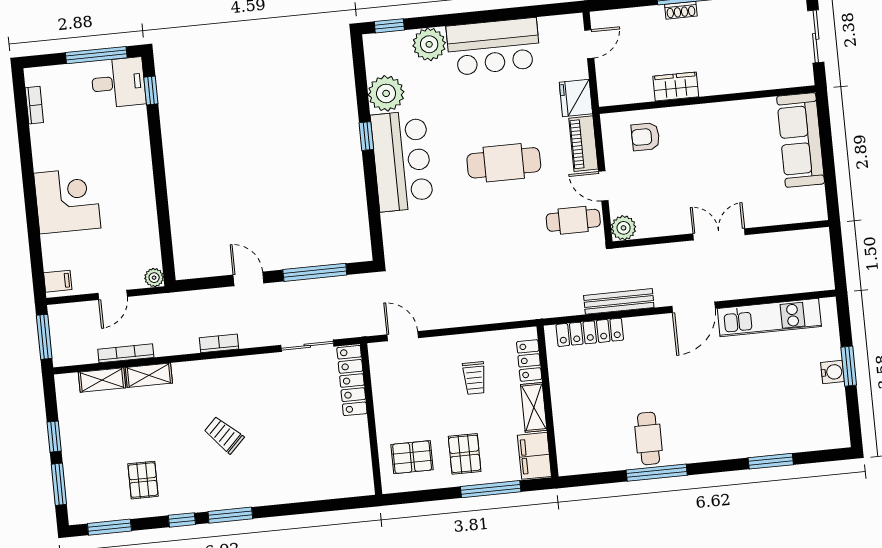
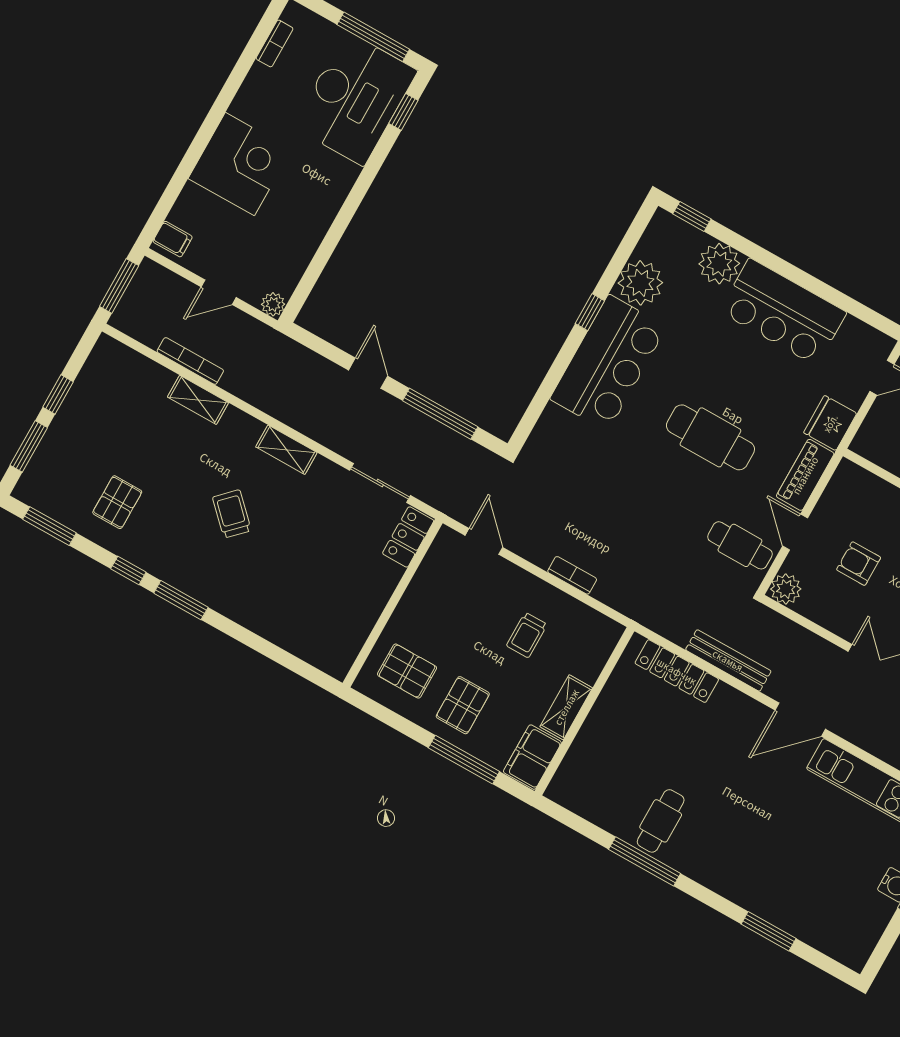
desk: (118, 83) -> (355, 99), width x1.87, depth x1.30
armchair: (645, 137) -> (859, 564), moved
bookcase: (219, 343) -> (572, 575), moved
locker: (529, 360) -> (595, 656), removed
shelving: (102, 380) -> (286, 450), moved
locker: (352, 381) -> (408, 537), width x0.66

